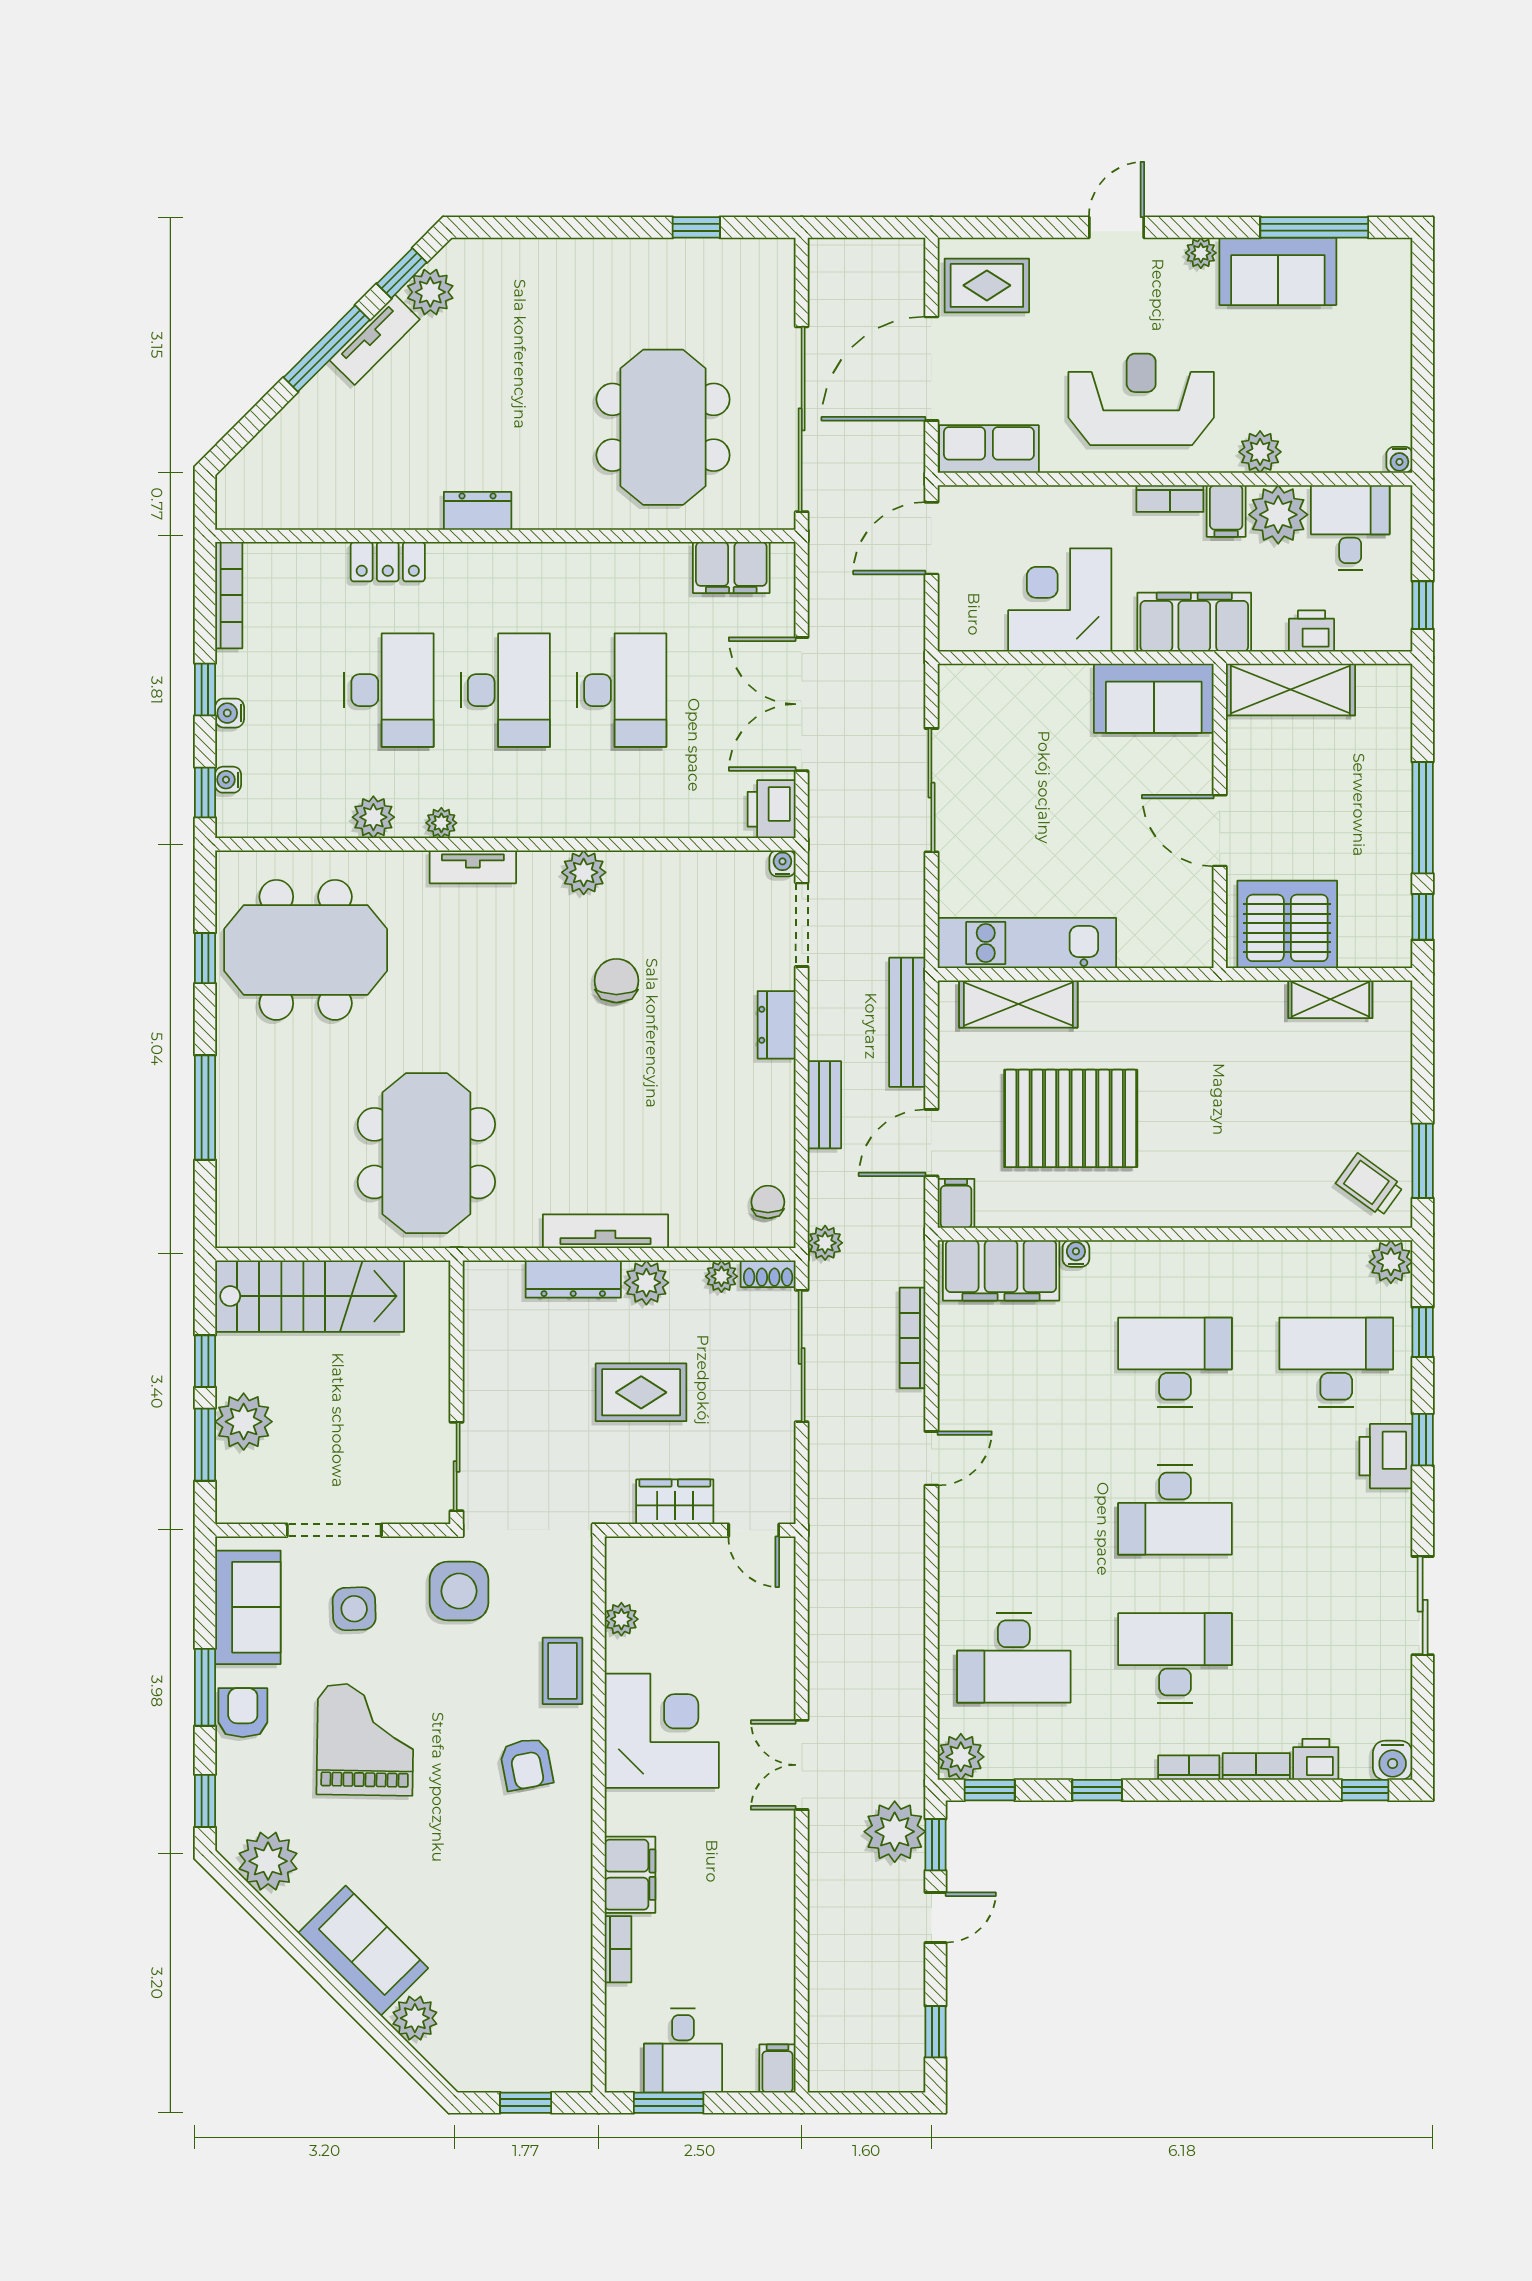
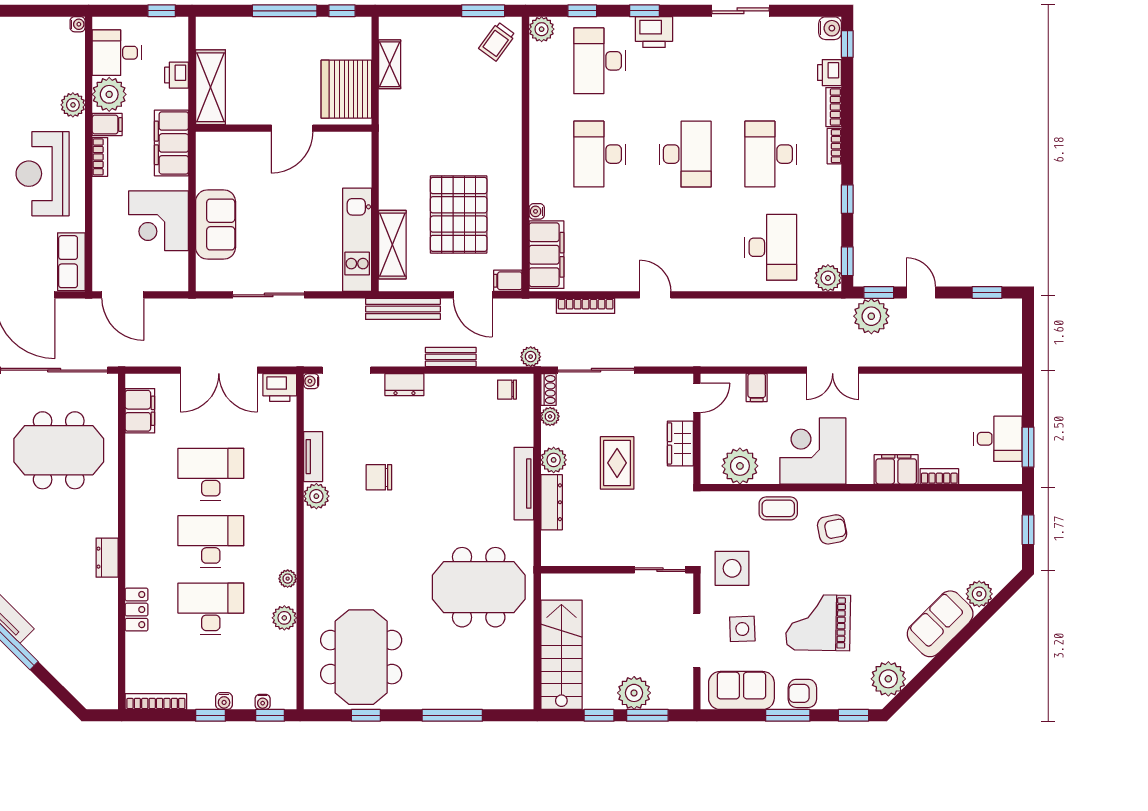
sofa: (1154, 698) -> (216, 225), moved
tv unit: (473, 867) -> (313, 457), moved
plant: (621, 1619) -> (740, 466), width x1.88, depth x1.88
filing cabinet: (777, 2068) -> (757, 388), moved, turned -90

